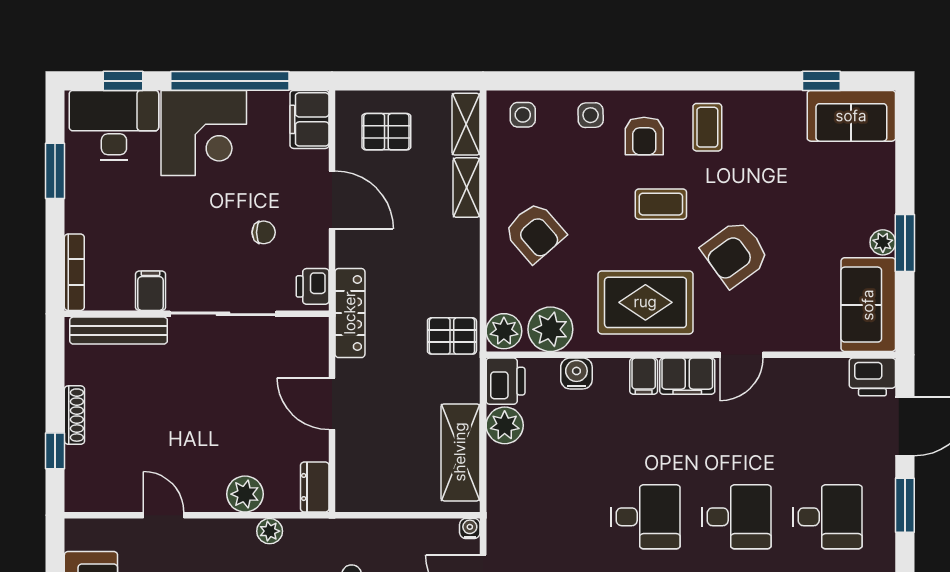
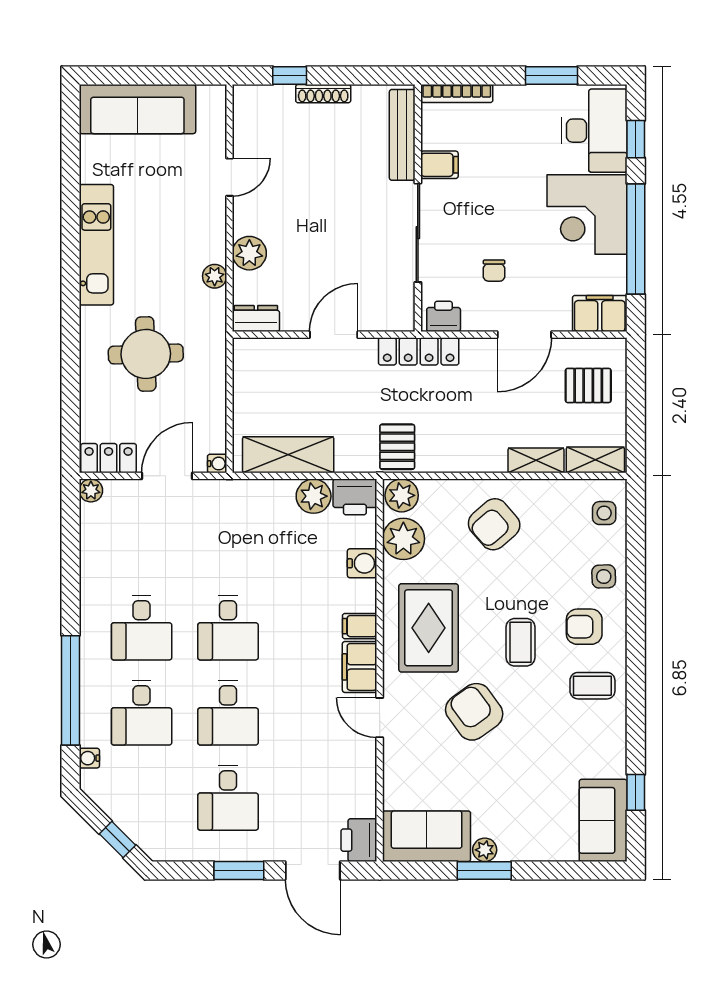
pallet: (386, 132) -> (588, 385), turned 90

